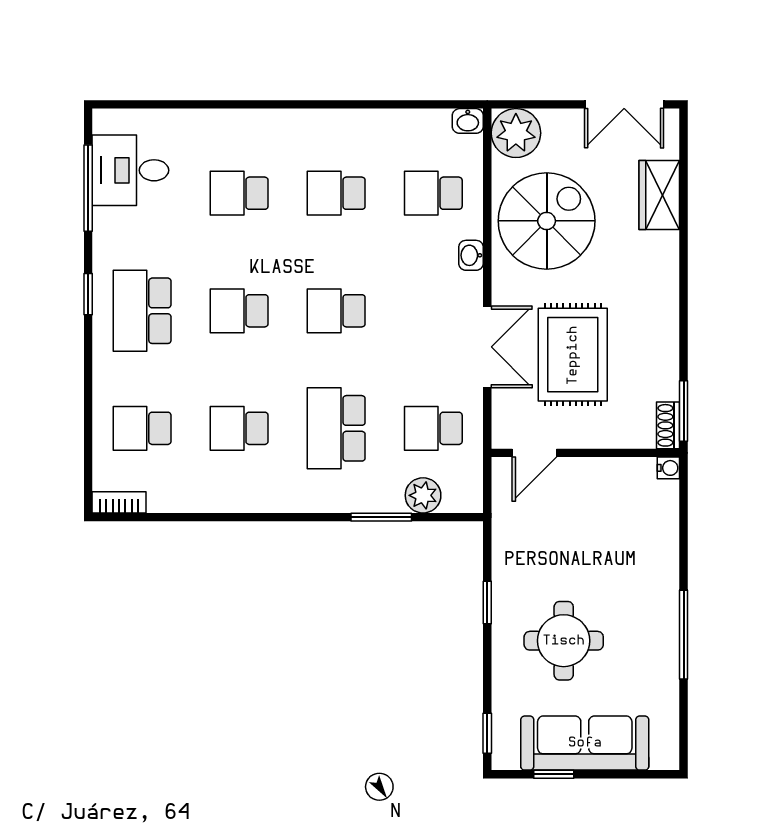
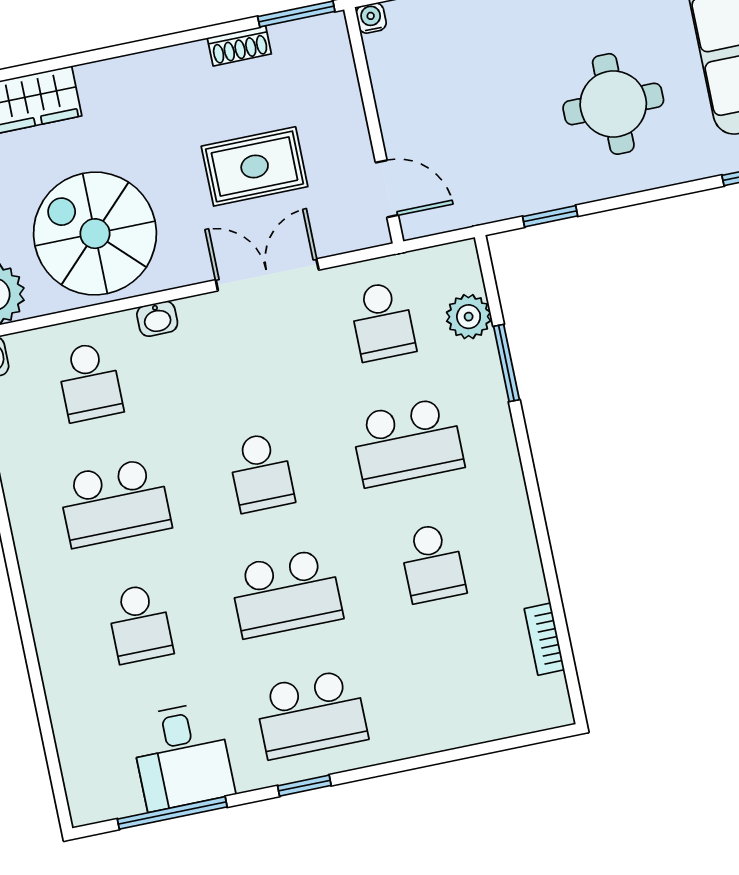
desk: (130, 170) -> (182, 756), moved
school desk: (336, 193) -> (115, 503), width x1.85
school desk: (239, 311) -> (286, 593), width x1.85
rug: (573, 355) -> (255, 166), width x0.73, depth x0.70
shoe rack: (668, 425) -> (239, 46), moved
school desk: (142, 428) -> (457, 684), removed
bookcase: (119, 502) -> (544, 639), moved
window: (487, 603) -> (550, 216), moved

